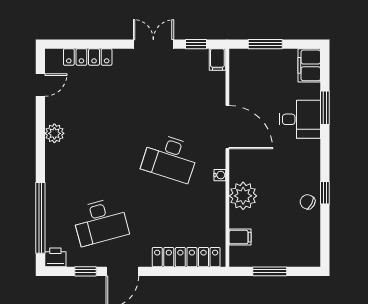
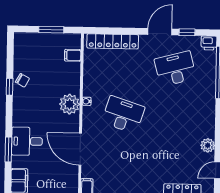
door: (227, 127) -> (80, 149), moved
plant: (54, 133) -> (208, 145), moved
plant: (243, 196) -> (70, 104), moved

